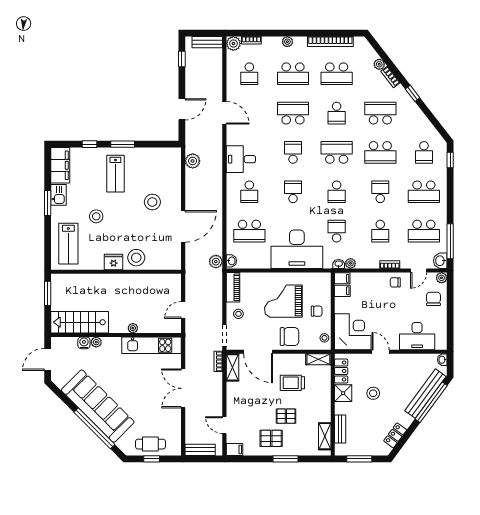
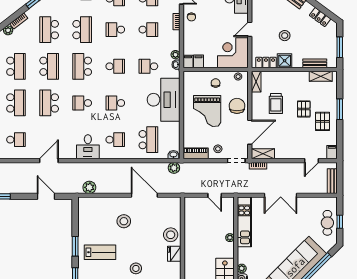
school desk: (337, 113) -> (49, 66), width x1.85

